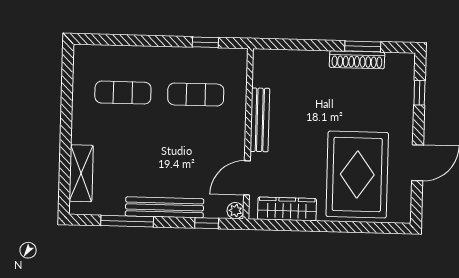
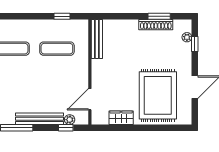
plant: (407, 82) -> (187, 37), added
bench: (260, 120) -> (97, 39), moved
wardrobe: (287, 209) -> (121, 118), width x0.67
plant: (235, 211) -> (70, 120), moved

